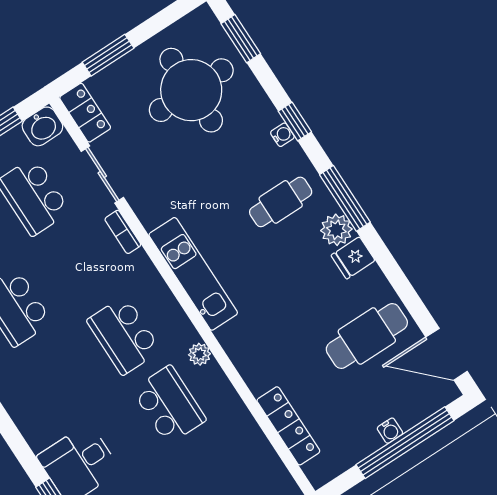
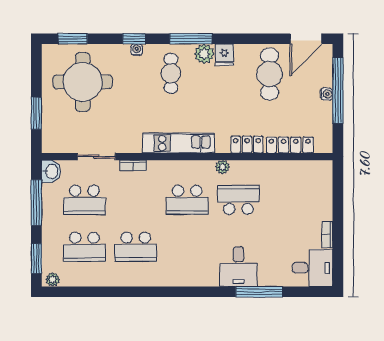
locker: (85, 113) -> (247, 145), moved

